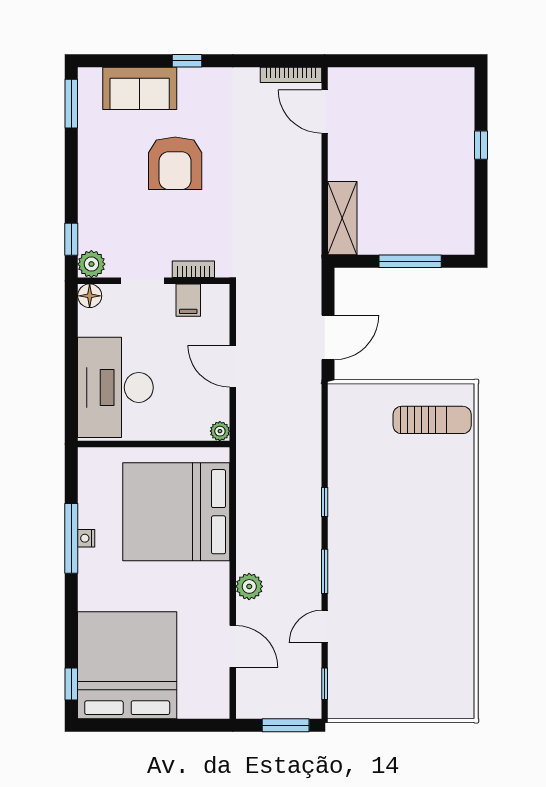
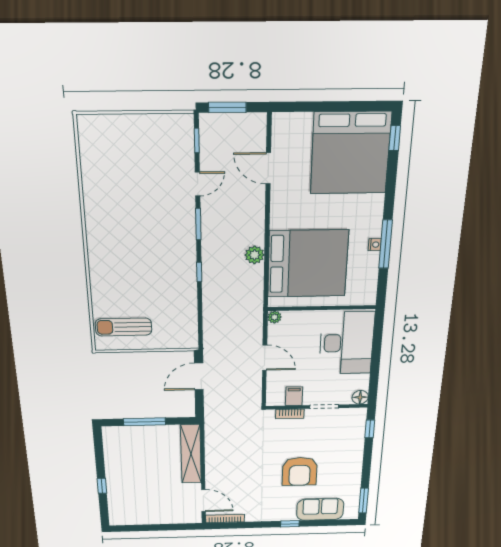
armchair: (175, 163) -> (300, 471), turned 180
shelving: (342, 218) -> (191, 454), width x1.47
plant: (91, 264) -> (358, 415), removed
plant: (249, 586) -> (255, 255), moved

